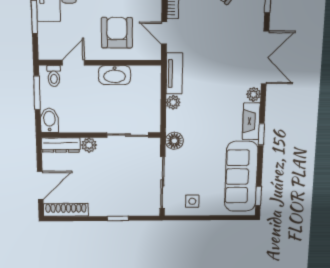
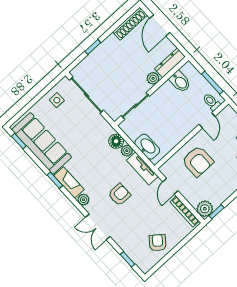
door: (164, 33) -> (170, 186), swing flipped
double door: (265, 58) -> (98, 227), width x0.73
armchair: (218, 69) -> (119, 195), added
washbasin: (115, 75) -> (147, 147), moved, turned 90
bidet: (49, 120) -> (180, 82), moved
floor lamp: (174, 141) -> (116, 141), moved

